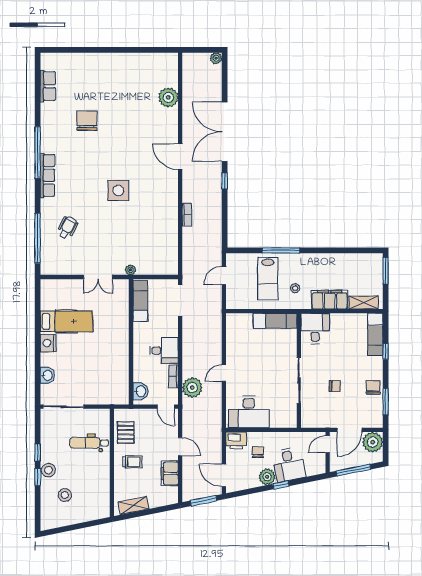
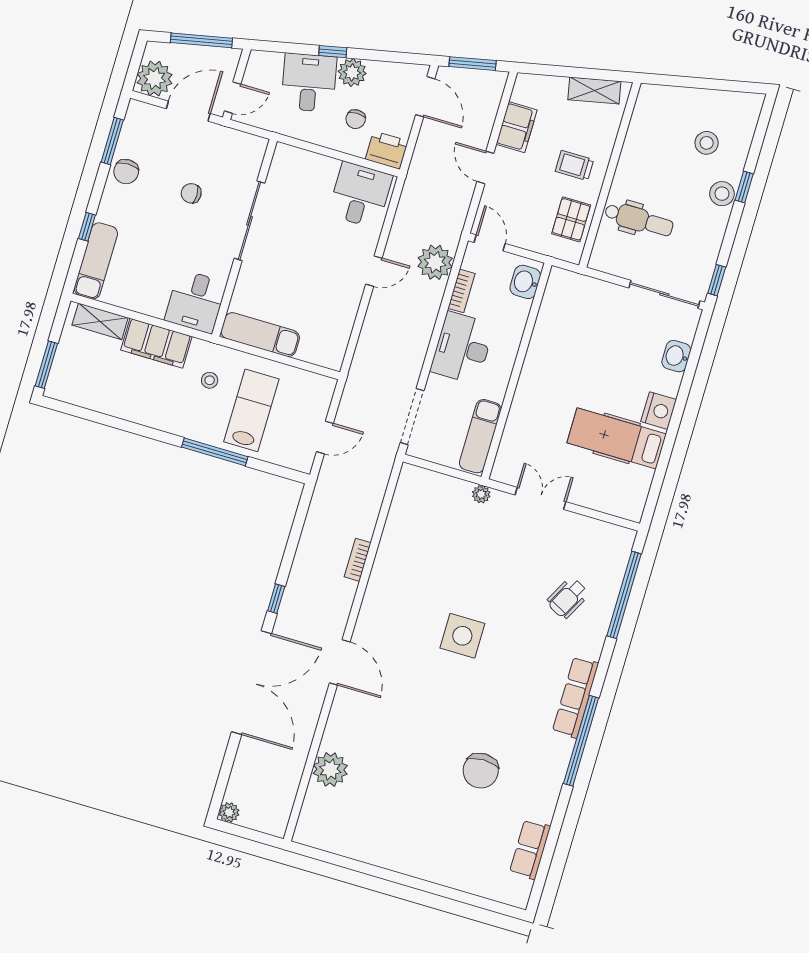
desk: (164, 351) -> (462, 348), width x1.37
desk: (249, 412) -> (360, 195), width x0.73
window: (38, 453) -> (717, 280), moved

